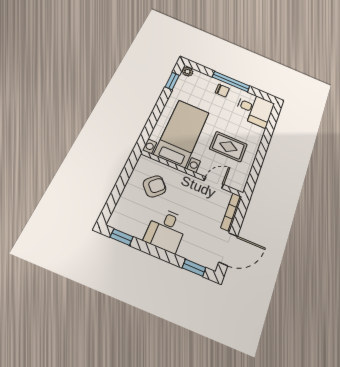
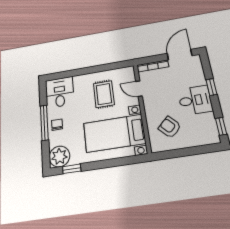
plant: (188, 72) -> (59, 156), width x1.88, depth x1.88
door: (228, 249) -> (180, 55), hinge flipped
window: (194, 268) -> (211, 87), moved

